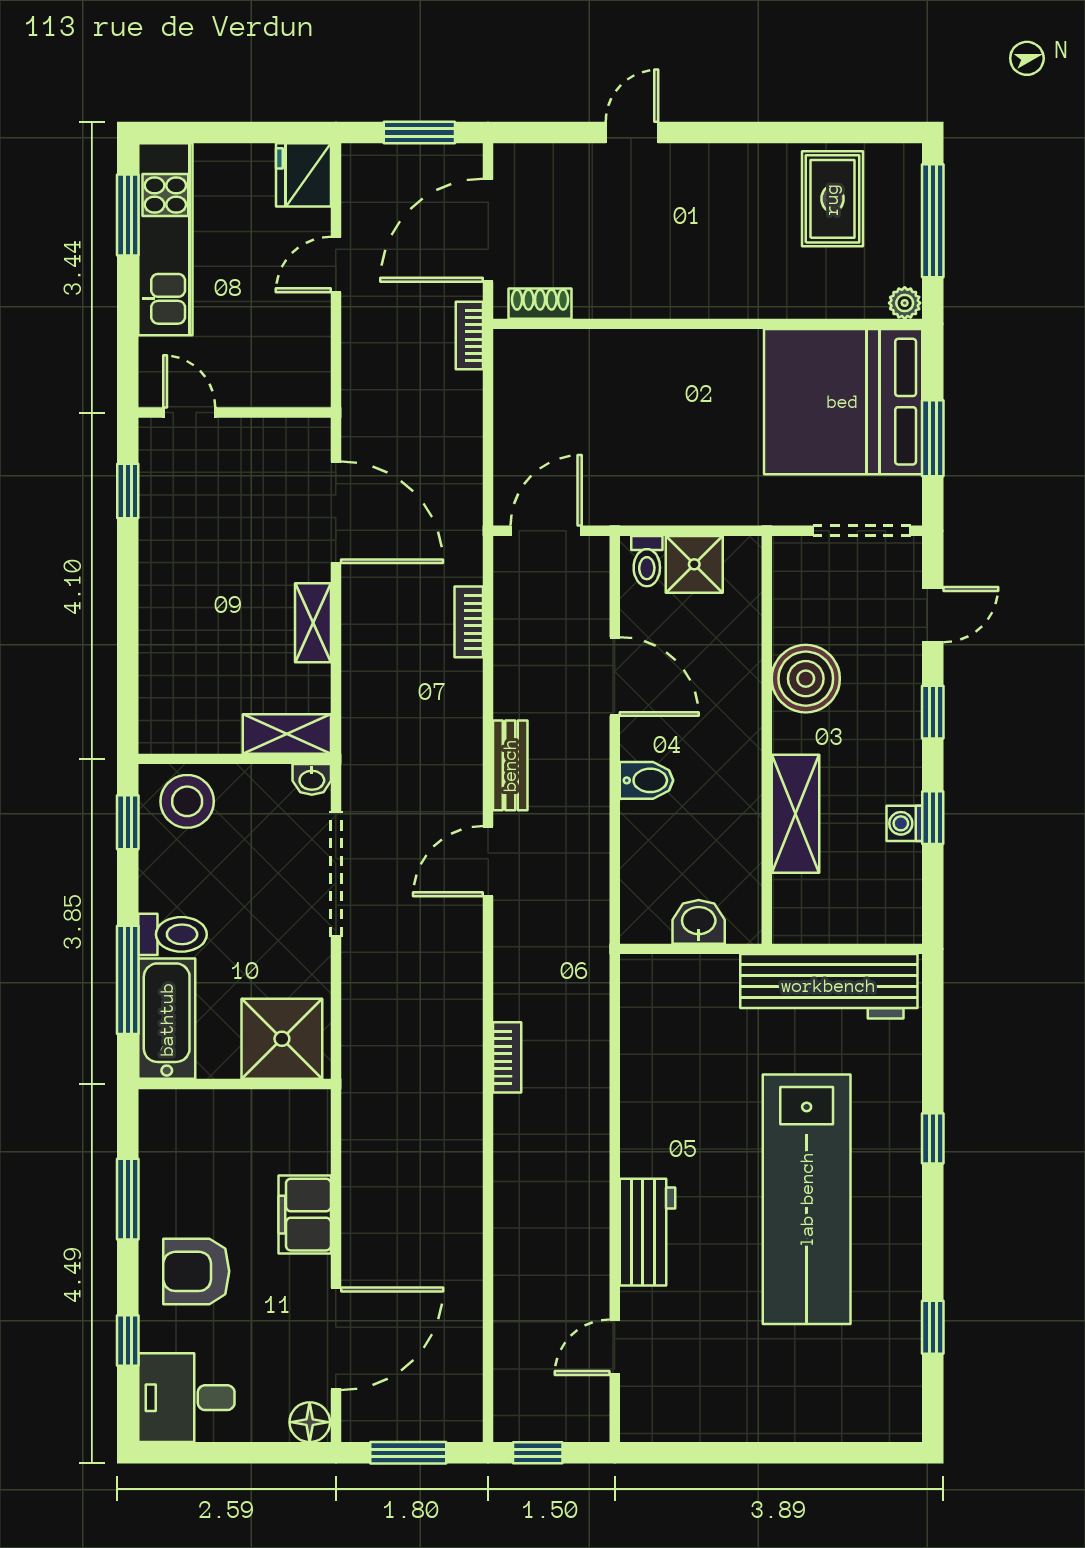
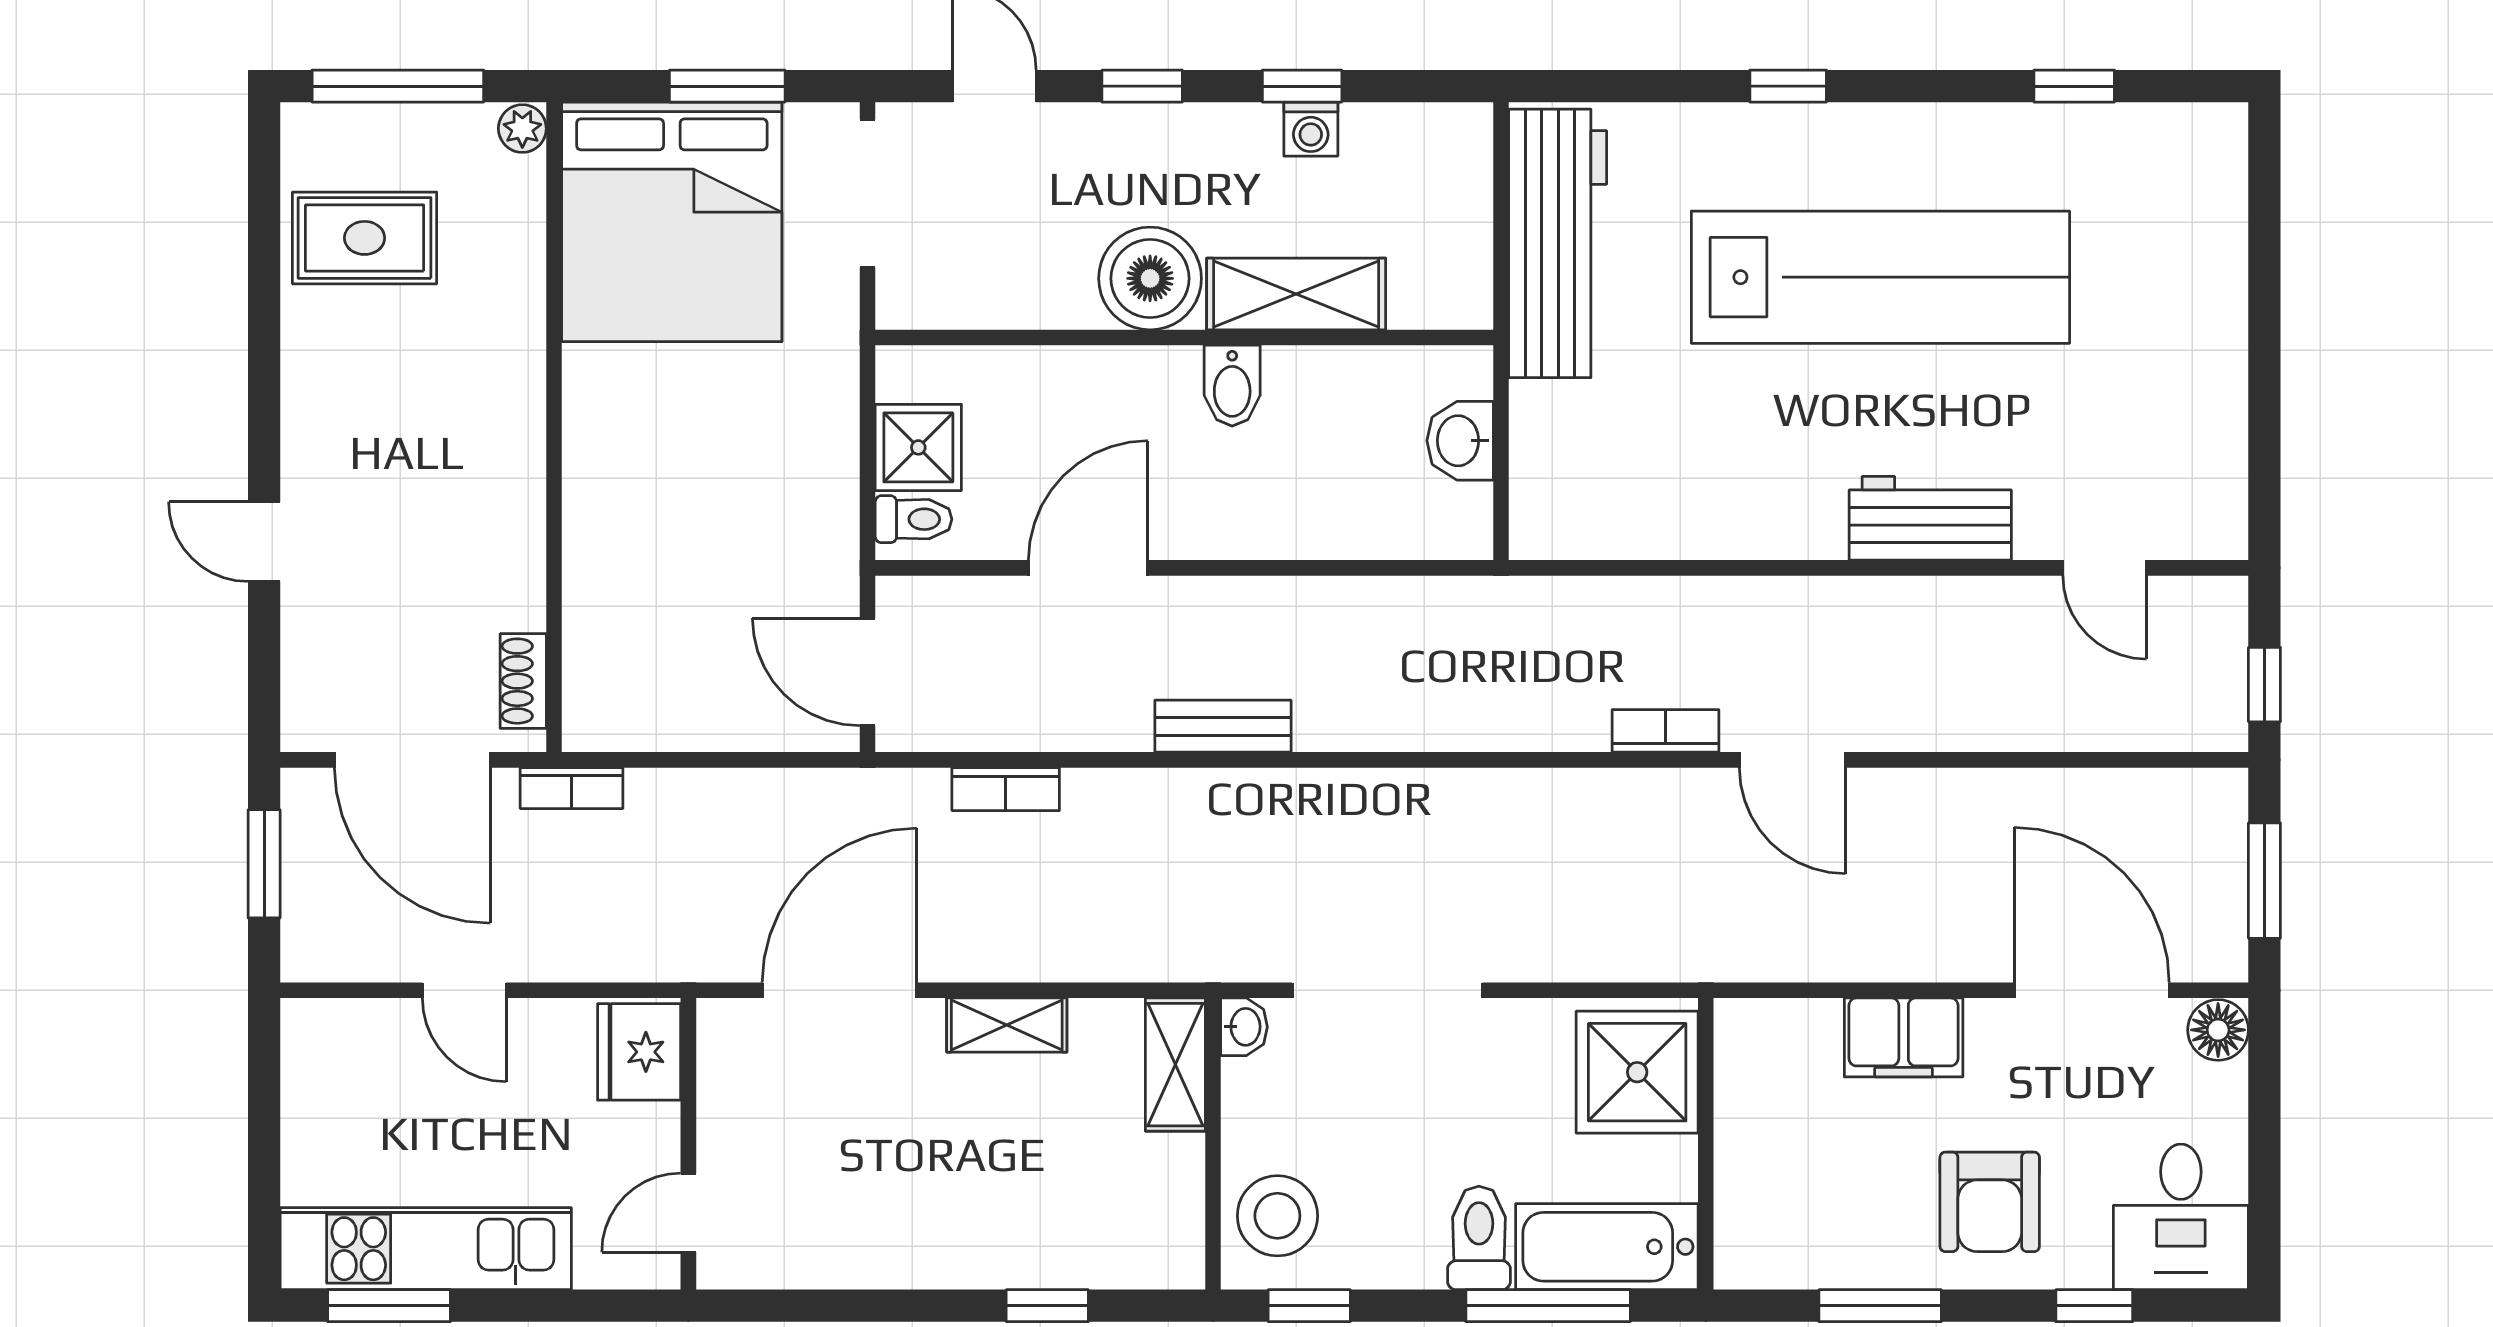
fridge: (303, 175) -> (639, 1052), moved, turned 90
window: (128, 491) -> (1047, 1306), moved
boiler: (806, 679) -> (1150, 278), moved
bidet: (646, 780) -> (1232, 386), moved, turned 180
door: (488, 861) -> (1792, 760), moved

